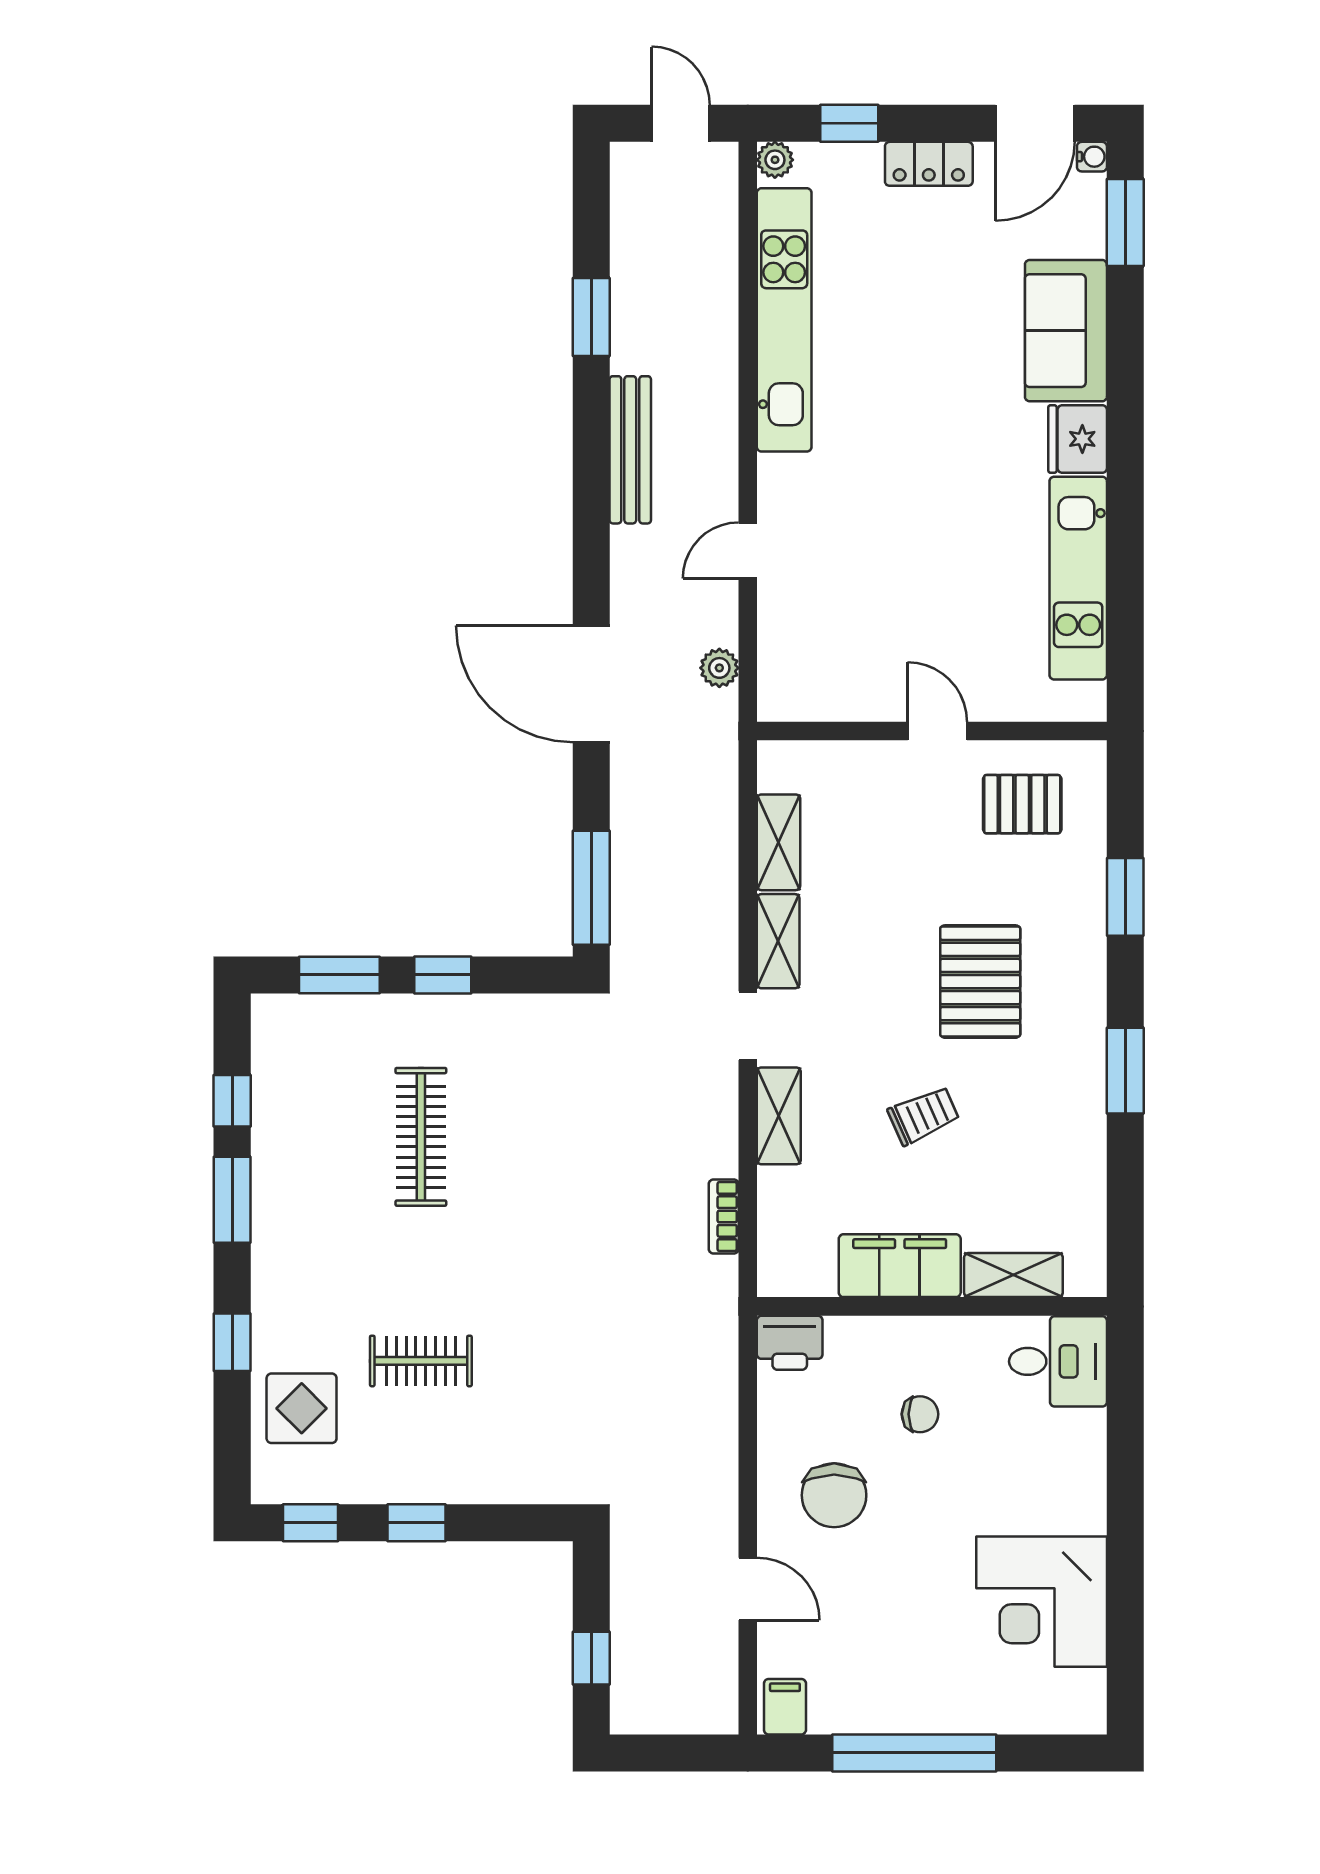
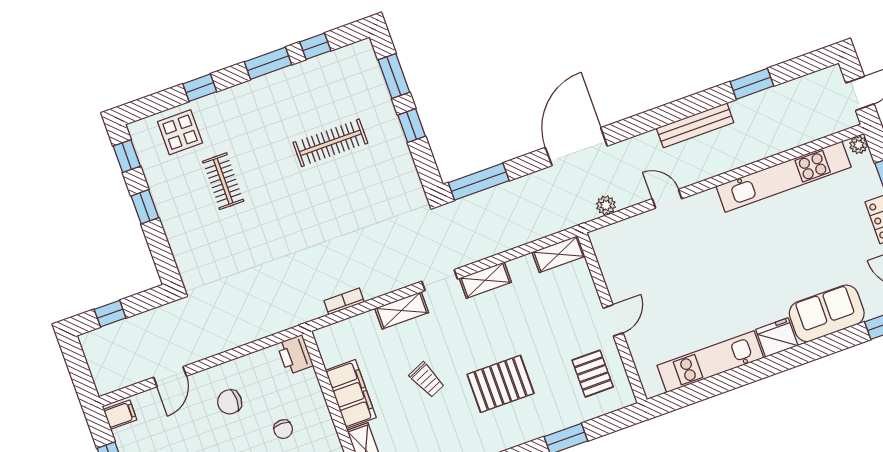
shelving: (779, 842) -> (559, 254), moved
chair: (834, 1495) -> (230, 402), width x0.73, depth x0.73

